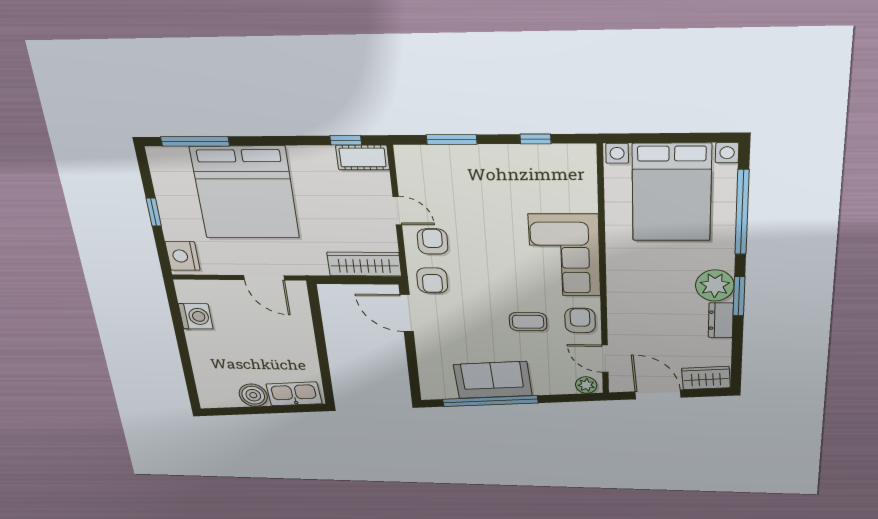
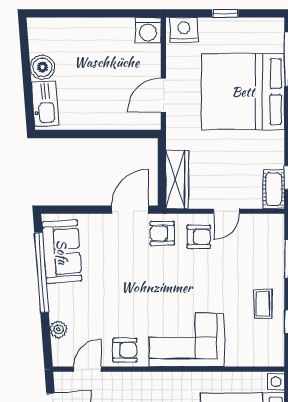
washing machine: (196, 316) -> (148, 30), moved
coffee table: (528, 322) -> (263, 304), moved
sofa: (493, 380) -> (62, 252), moved
plant: (586, 385) -> (58, 329), moved

